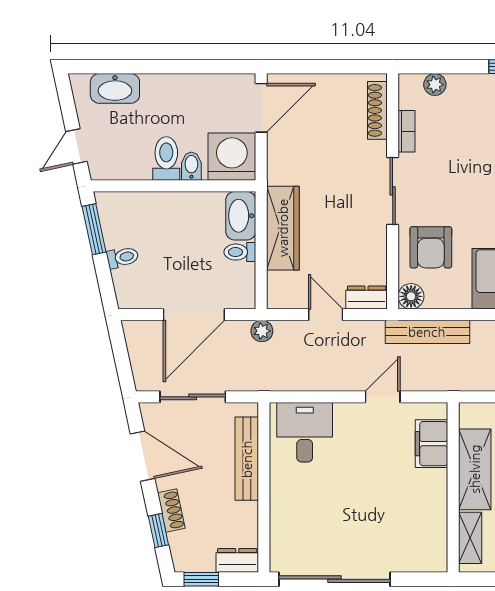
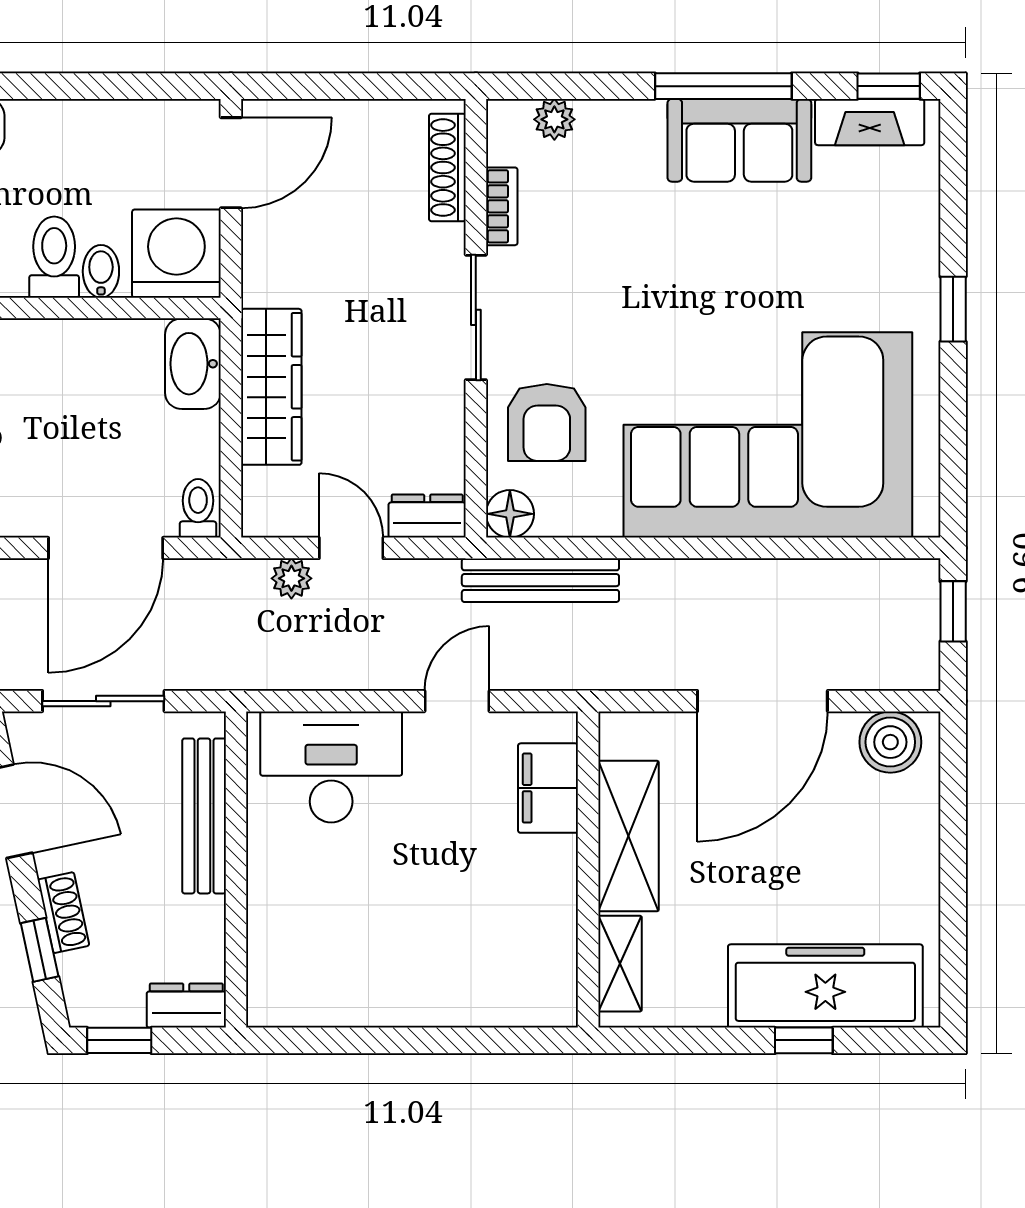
toilet: (240, 252) -> (198, 508), moved, turned 90
plant: (262, 331) -> (291, 578), moved
desk: (305, 432) -> (331, 767), width x1.37
sliding door: (334, 579) -> (367, 1040), removed

